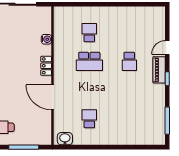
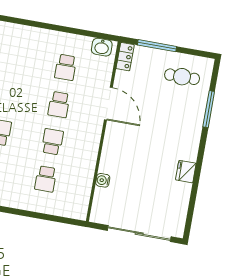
school desk: (89, 61) -> (52, 142), width x0.54
locker: (46, 66) -> (125, 57), moved
school desk: (89, 90) -> (59, 105), added

